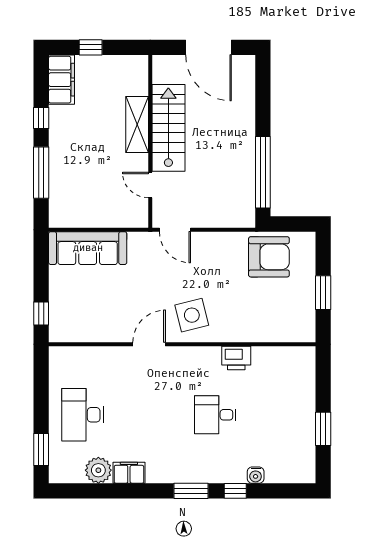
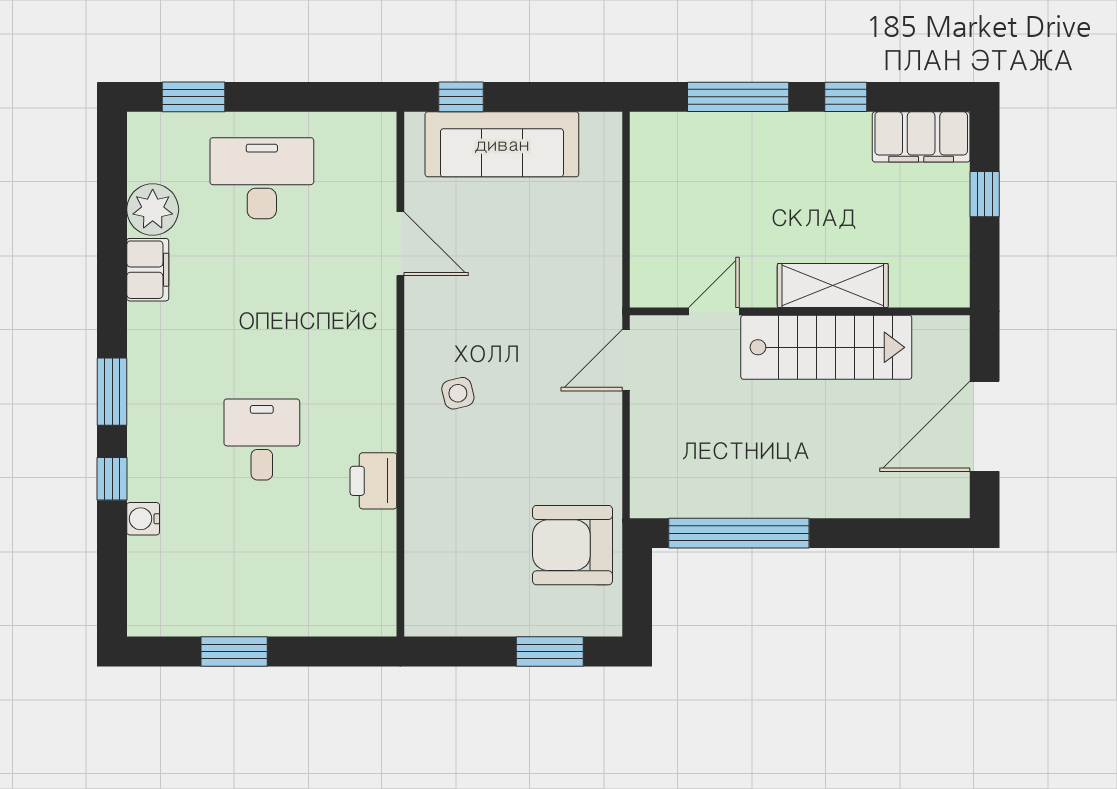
sofa: (88, 248) -> (502, 144), moved, turned -90
armchair: (269, 257) -> (573, 545), turned 90
window: (323, 293) -> (550, 652), moved
side table: (192, 315) -> (458, 393), width x0.54, depth x0.54
door: (149, 344) -> (400, 244), moved

